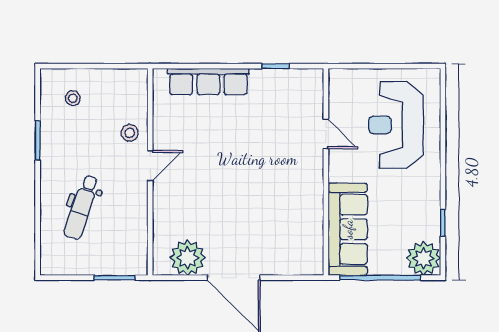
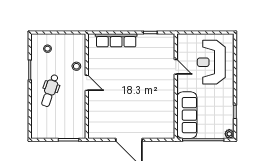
door: (150, 166) -> (87, 83), hinge flipped
dental chair: (81, 207) -> (50, 91), moved
plant: (188, 258) -> (106, 130), removed
plant: (424, 258) -> (229, 134), width x0.53, depth x0.53

